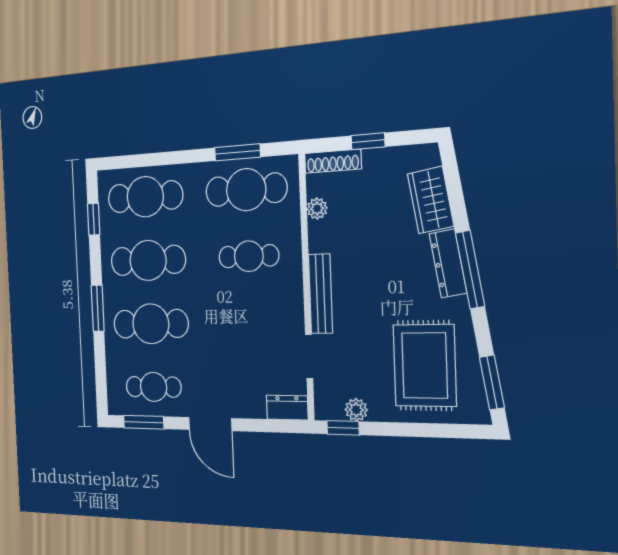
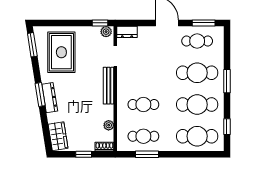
shoe rack: (333, 161) -> (104, 147), width x0.70
cafe table: (246, 190) -> (143, 136), width x0.73, depth x0.74
wardrobe: (431, 200) -> (58, 136), moved
window: (470, 270) -> (40, 95), width x0.69
plant: (356, 410) -> (106, 32), moved

